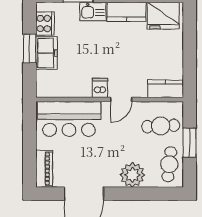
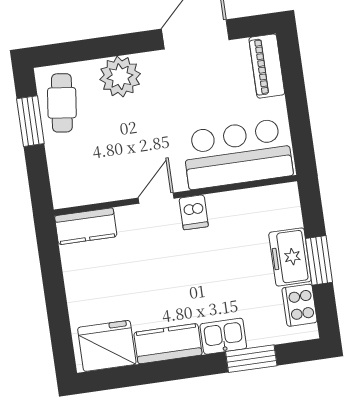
cafe table: (161, 126) -> (85, 164), removed
window: (190, 143) -> (30, 121), moved

